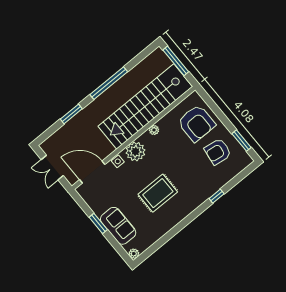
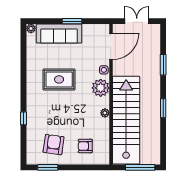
window: (109, 83) -> (163, 108), width x0.47
armchair: (197, 123) -> (85, 146), width x0.53, depth x0.53
rug: (158, 193) -> (59, 79), turned 90
sofa: (118, 226) -> (59, 33), width x1.36

